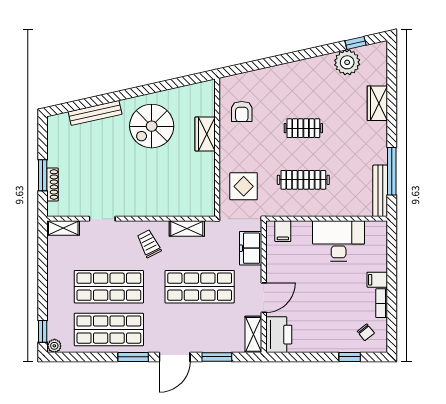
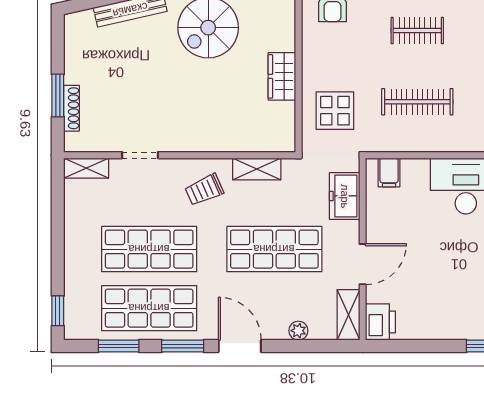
wardrobe: (205, 134) -> (282, 76), moved
trolley: (149, 244) -> (204, 190), turned -87
printer: (279, 335) -> (380, 322), width x0.73, depth x0.84
plant: (54, 346) -> (298, 331), moved
door: (175, 357) -> (240, 346), swing flipped
window: (217, 357) -> (119, 346), moved

